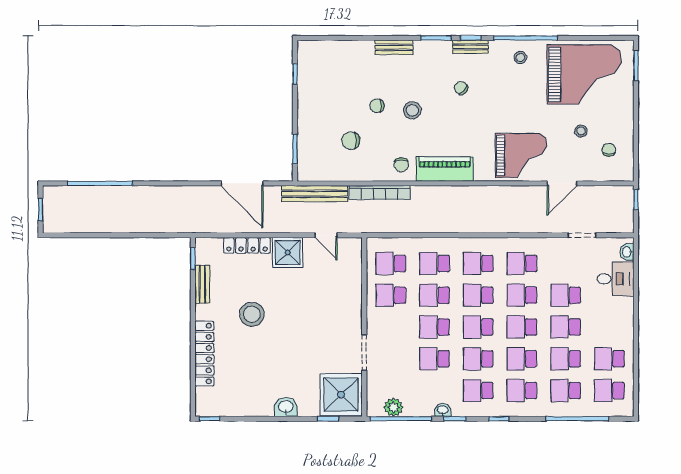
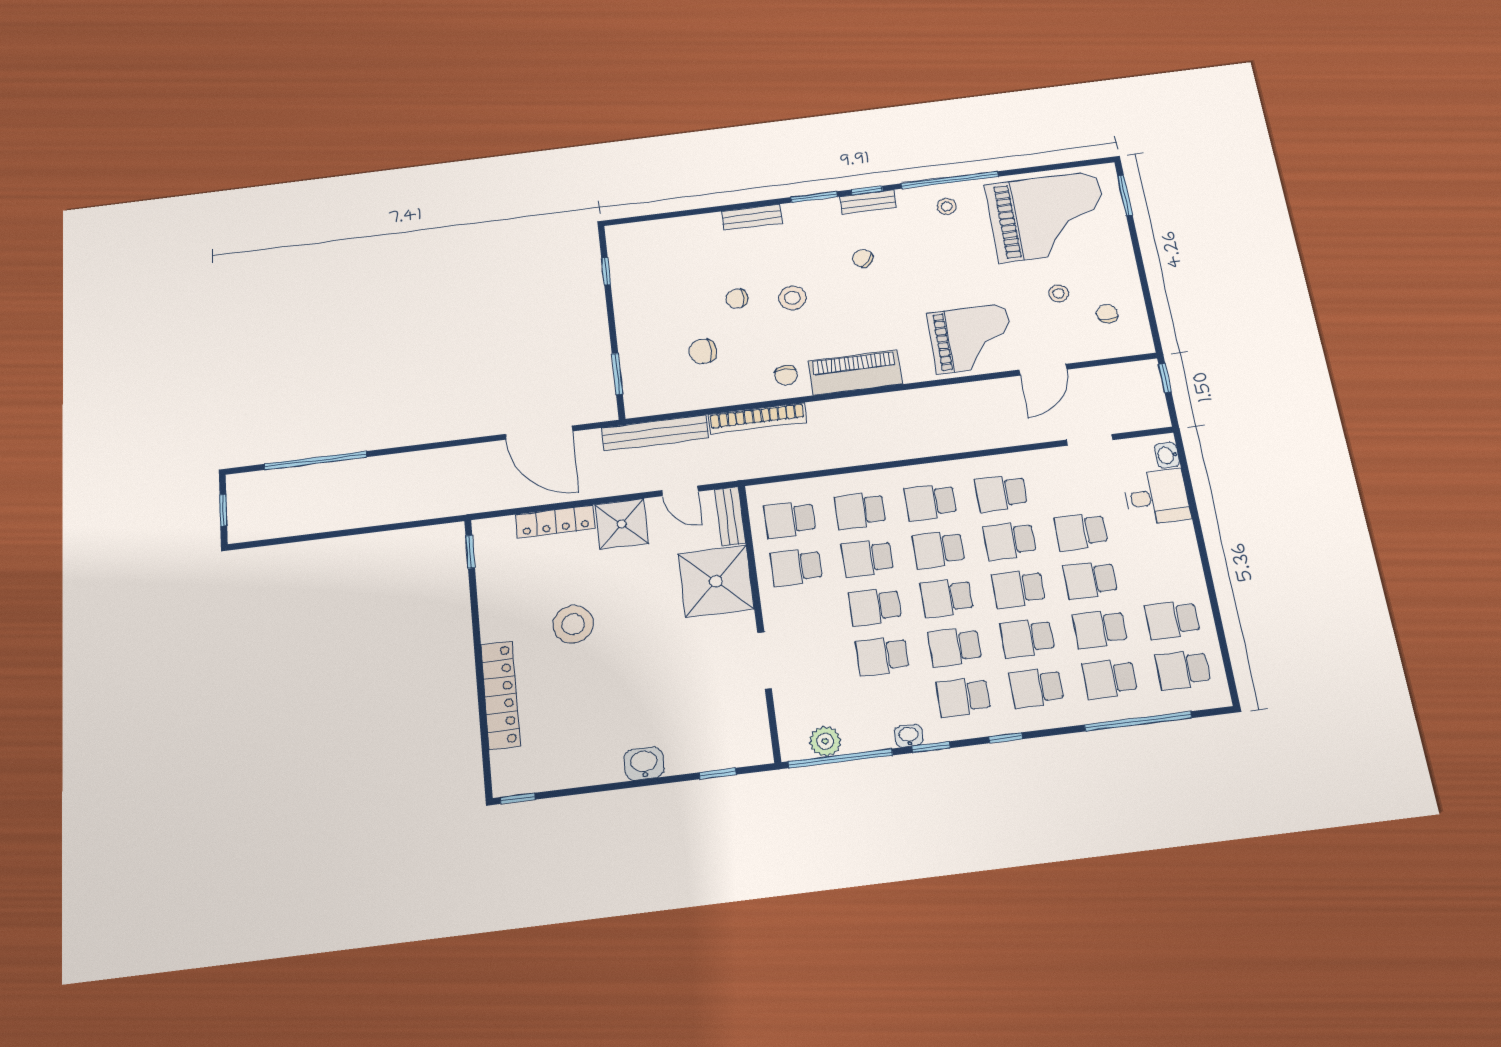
bench: (202, 284) -> (730, 516), moved
shower: (341, 395) -> (716, 581), moved

